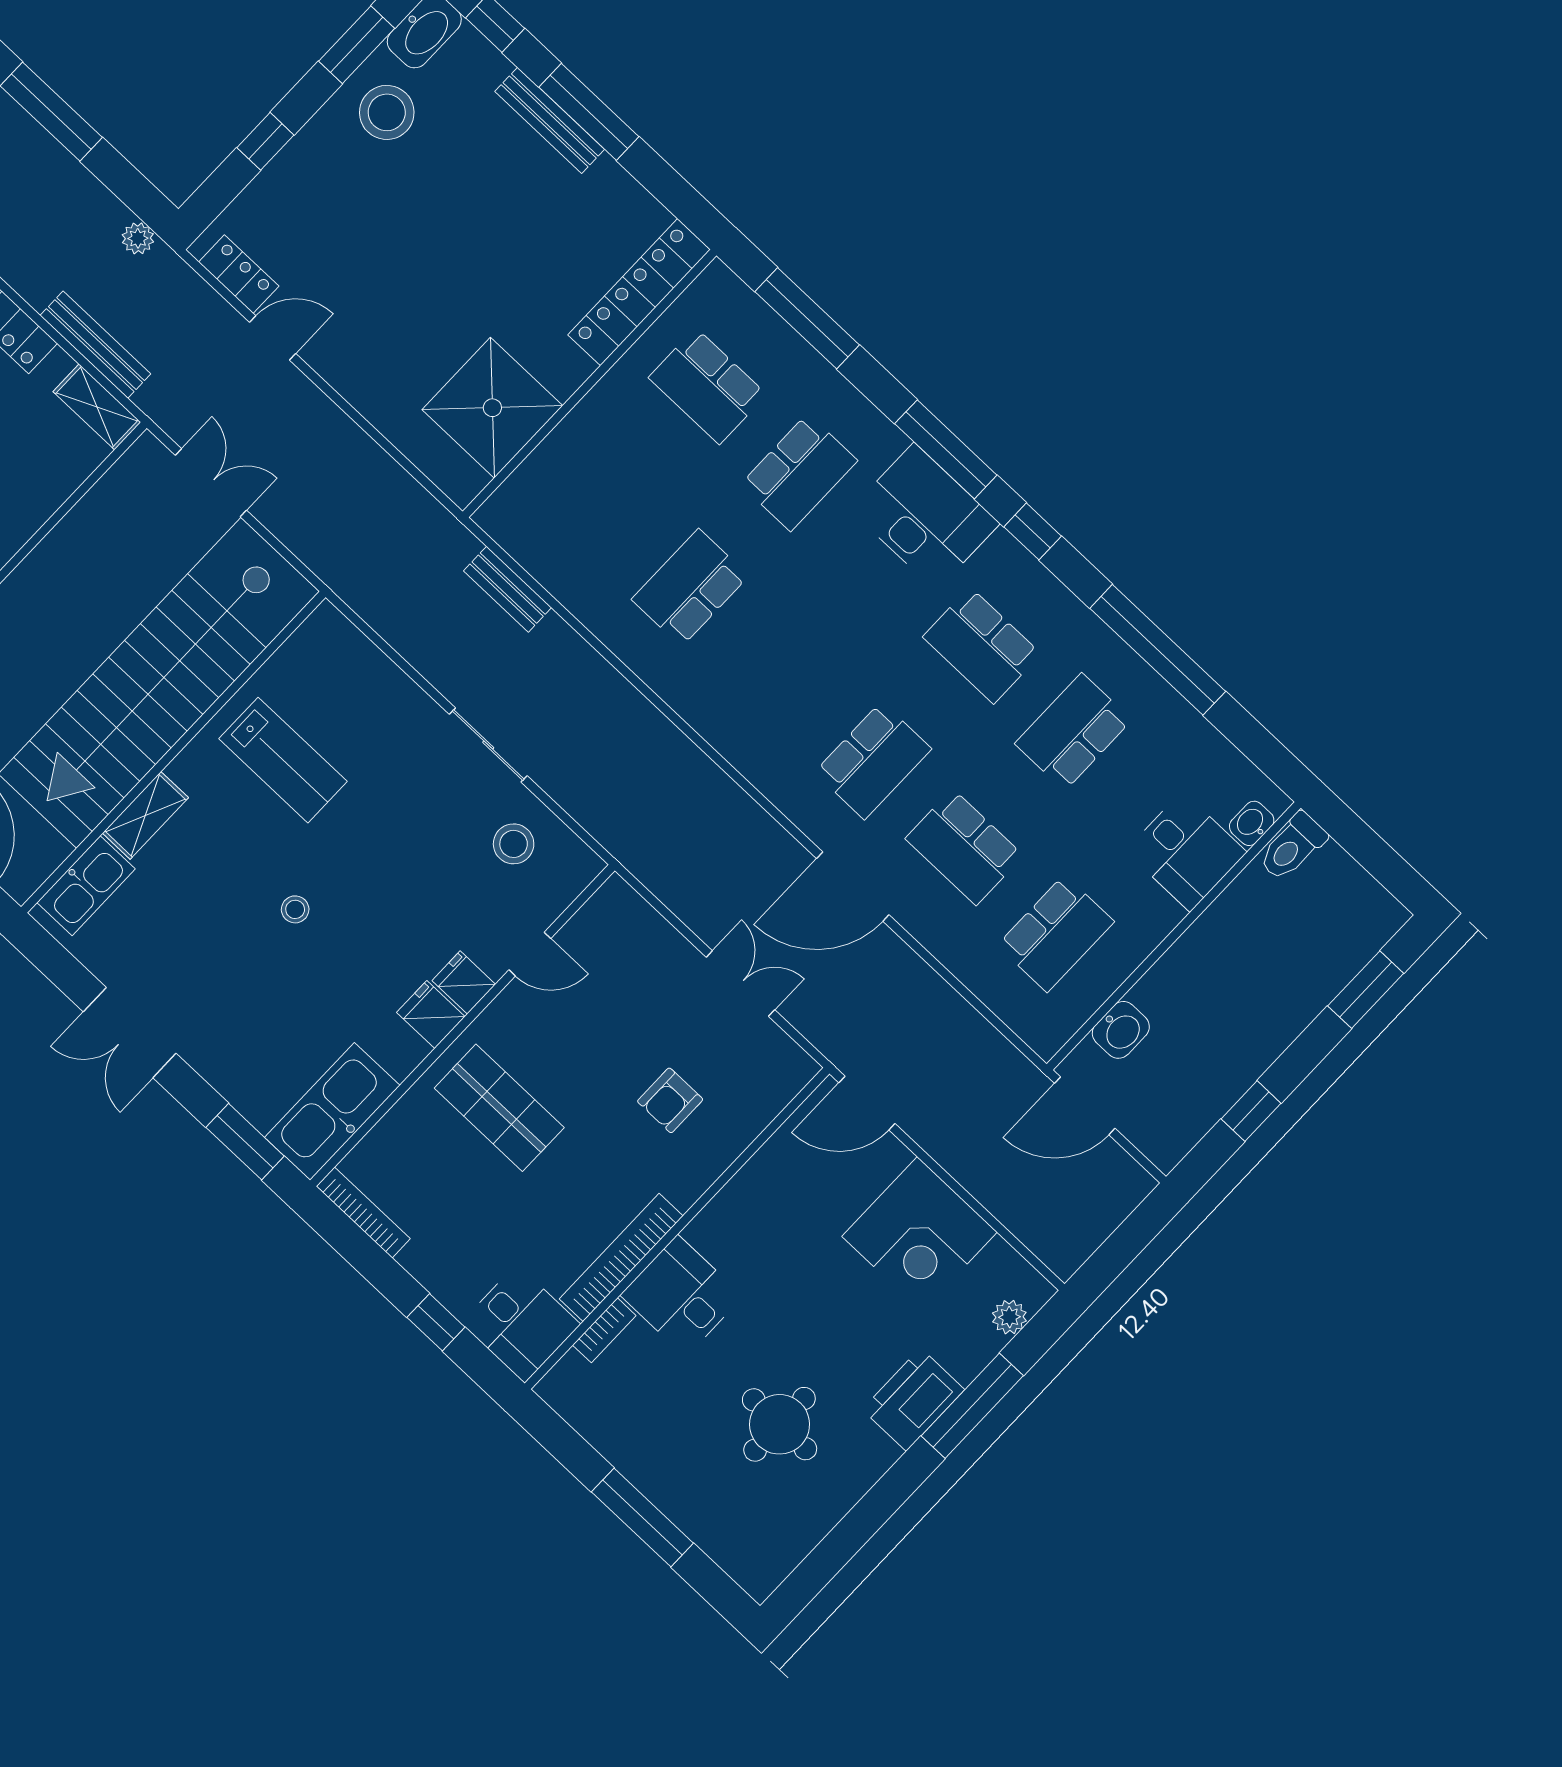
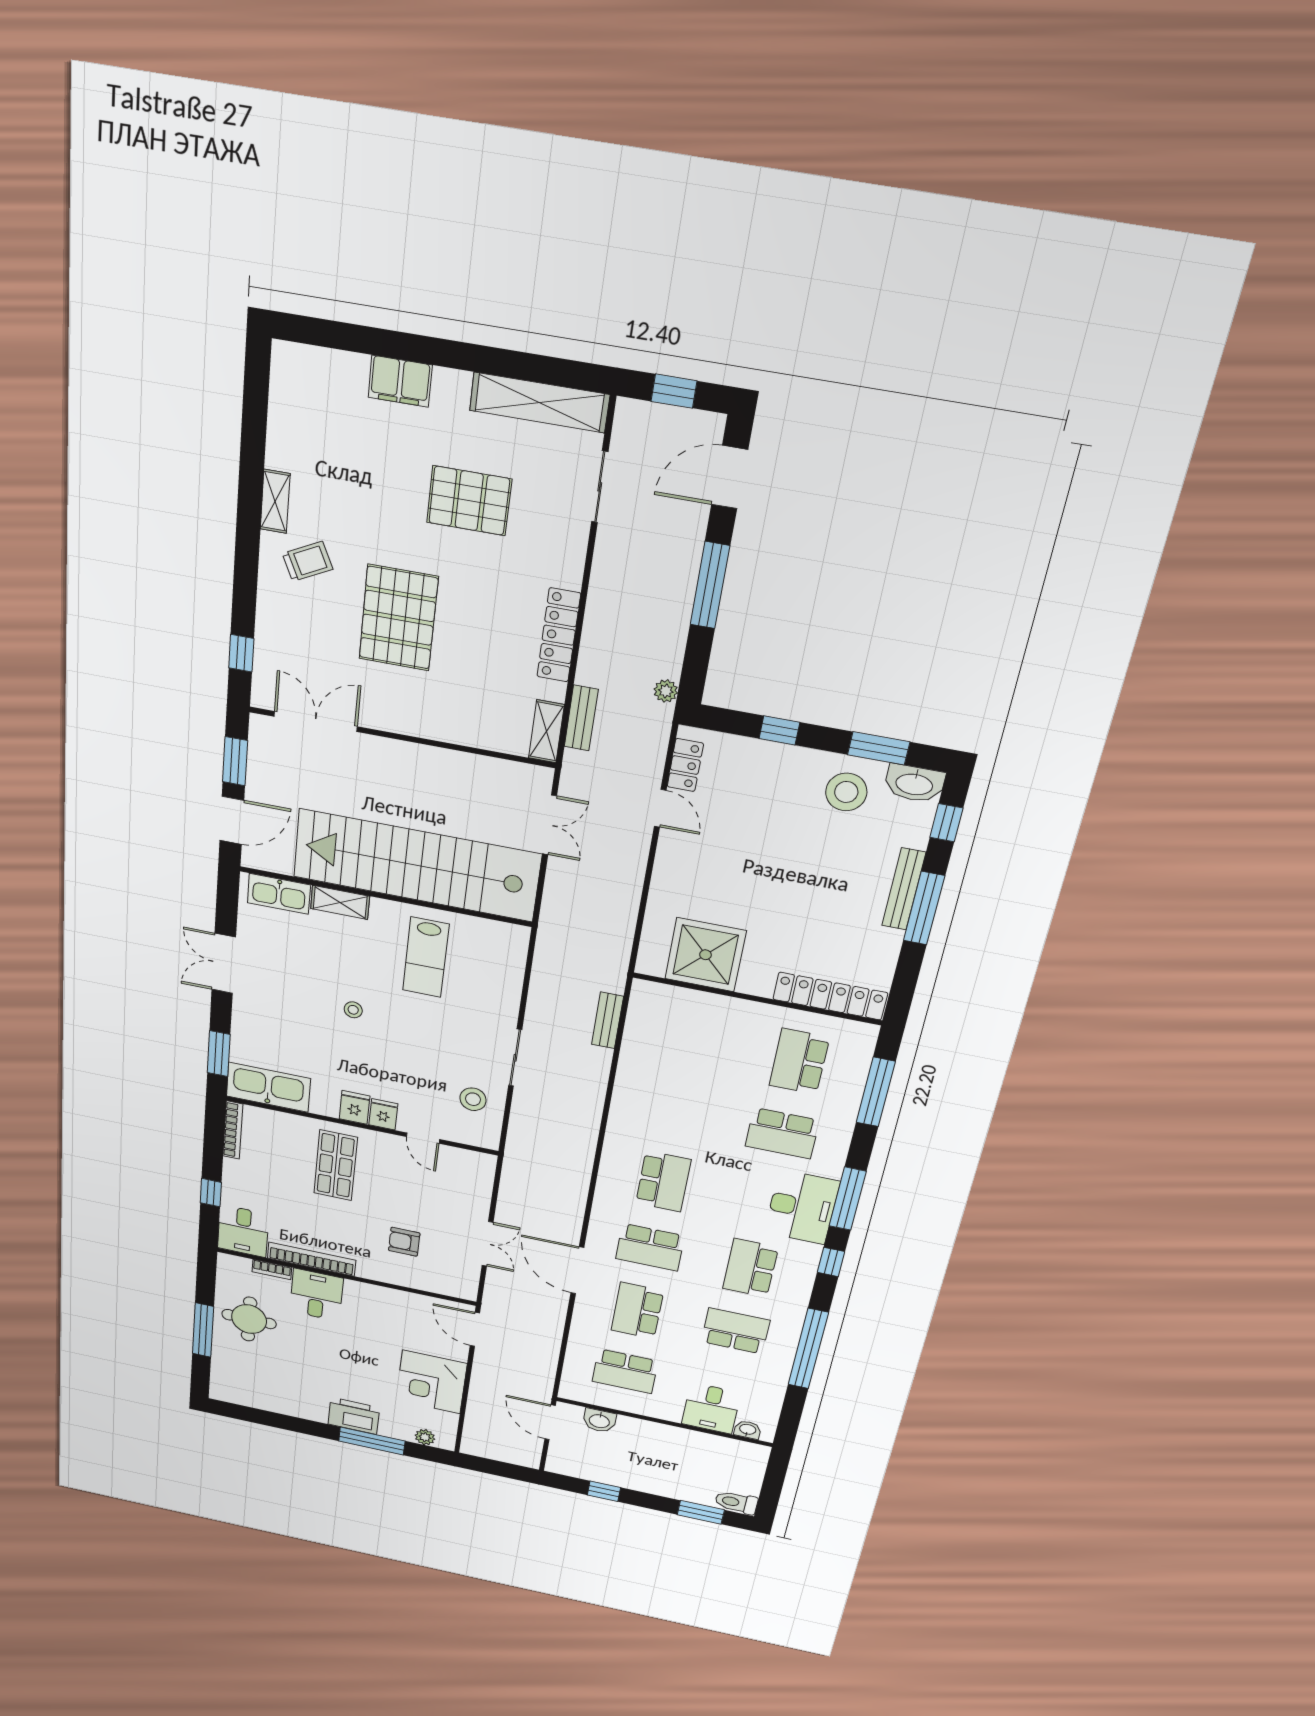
bench: (95, 345) -> (581, 718), width x0.73
school desk: (690, 588) -> (663, 1181), moved, turned 90
toilet: (1292, 847) -> (736, 1502), moved
round table: (780, 1424) -> (249, 1319), moved

